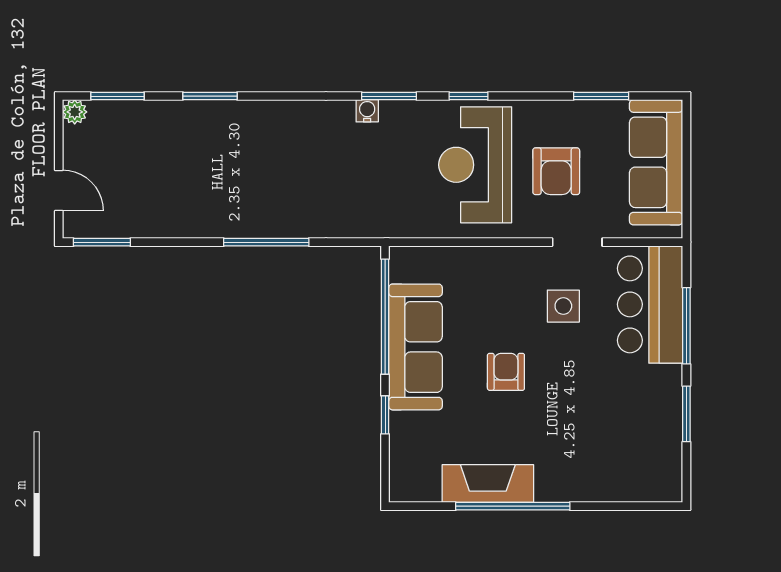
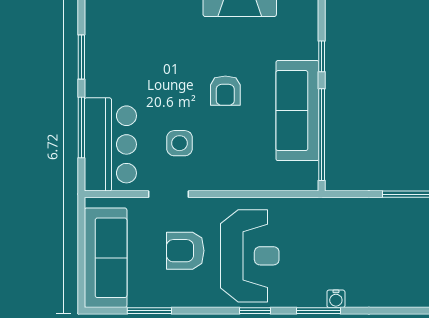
armchair: (556, 171) -> (185, 251), turned -90

